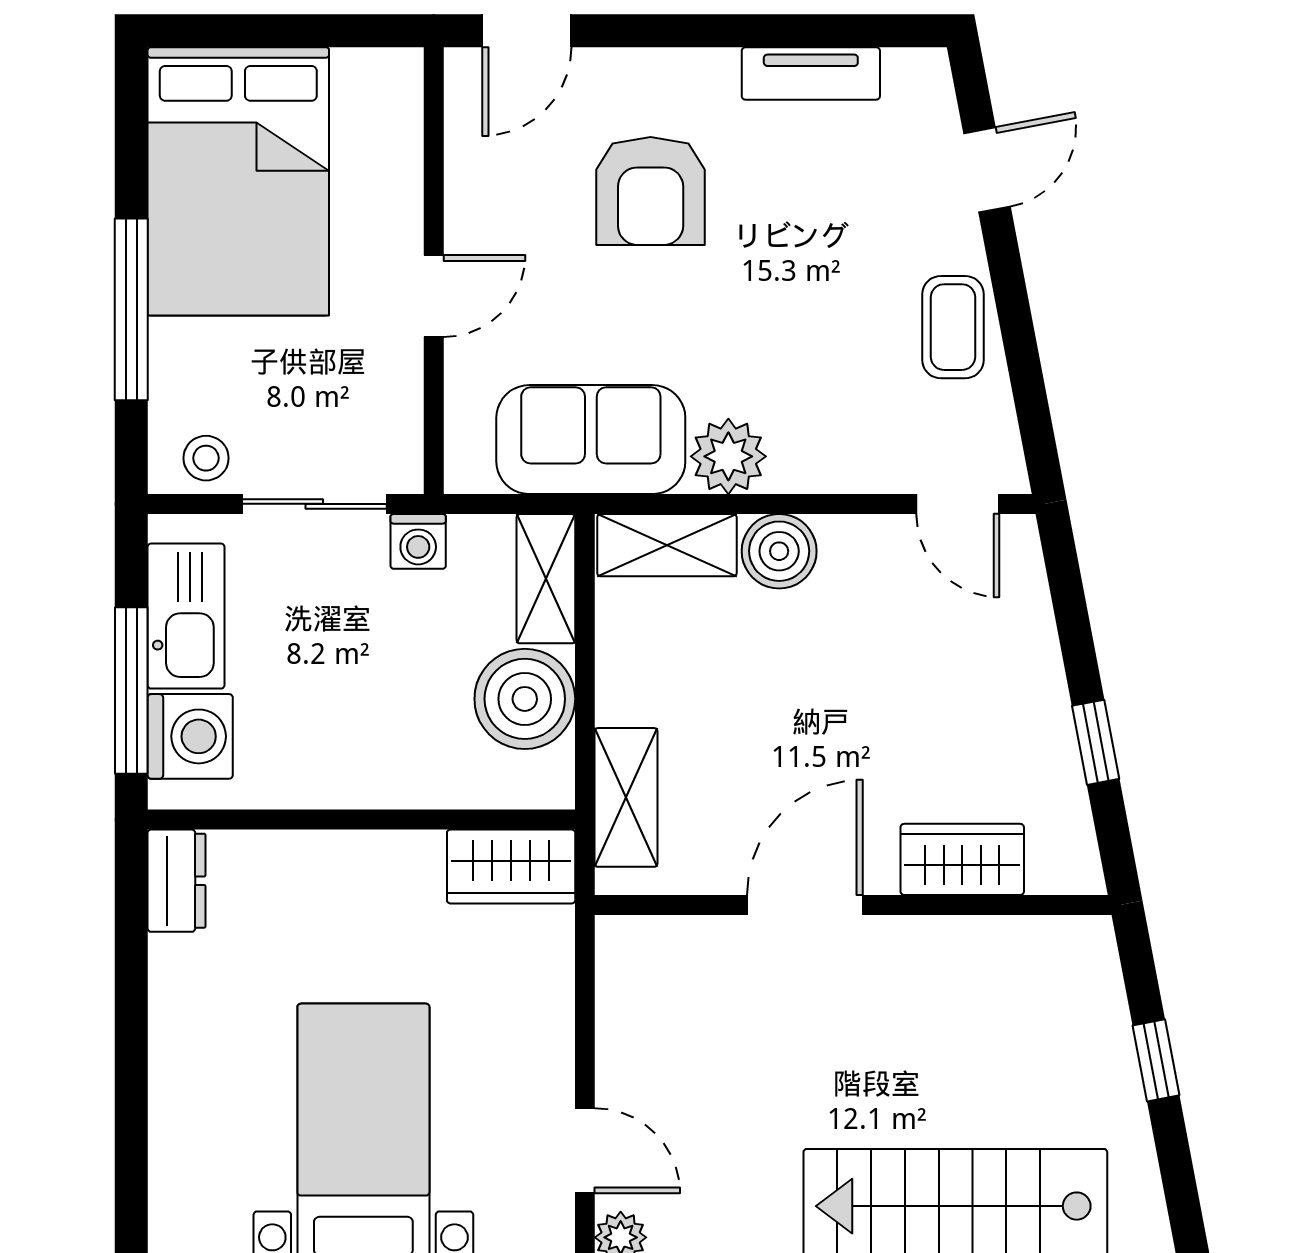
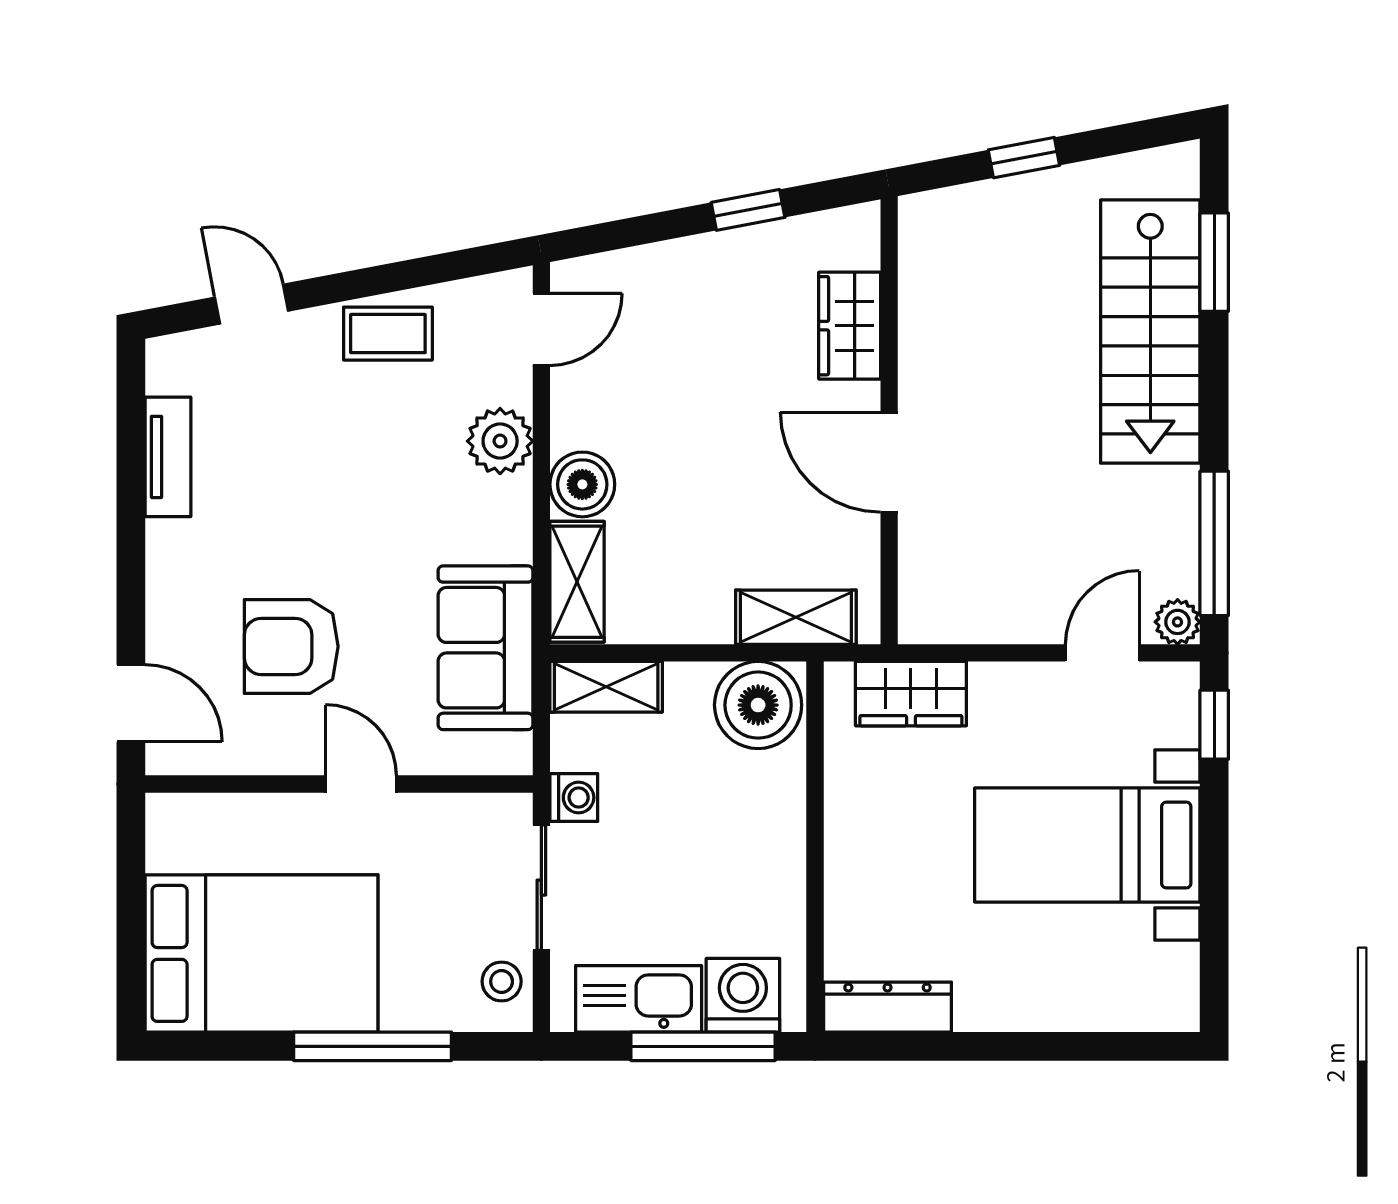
armchair: (651, 191) -> (291, 646), moved, turned 180
plant: (728, 456) -> (500, 441), moved
boiler: (525, 699) -> (758, 705), moved
wardrobe: (511, 867) -> (911, 694), moved, turned 90
dresser: (177, 881) -> (888, 1007), width x1.44

